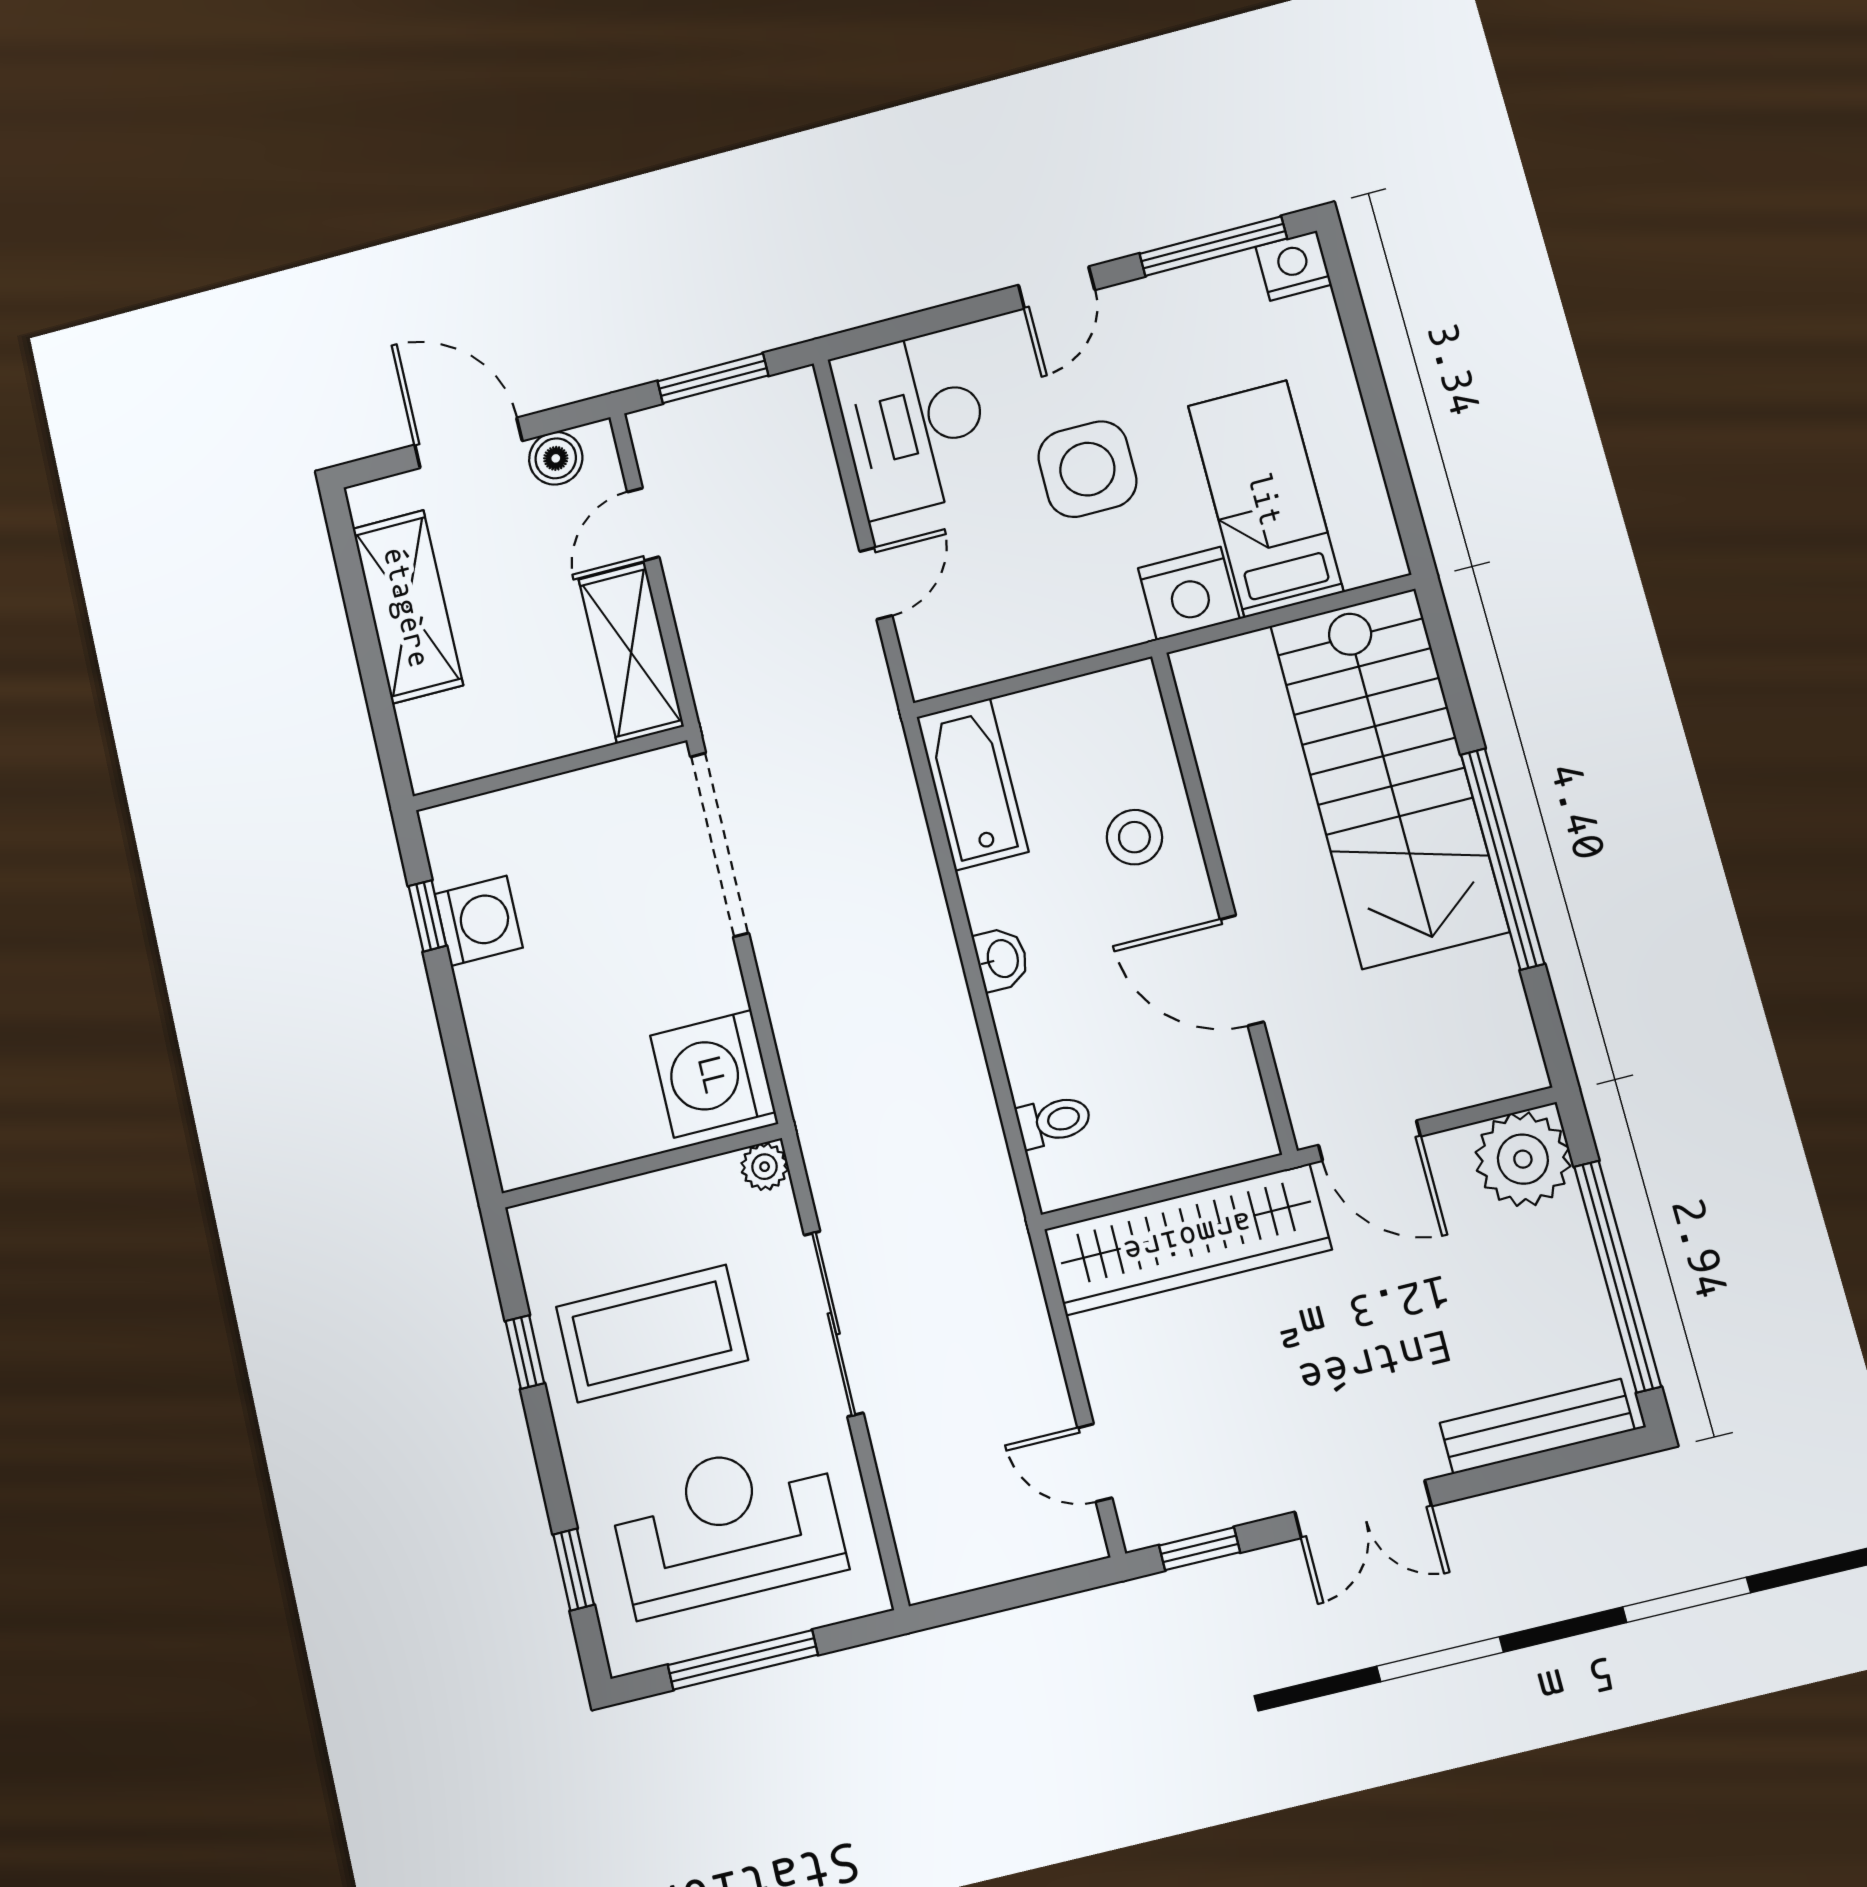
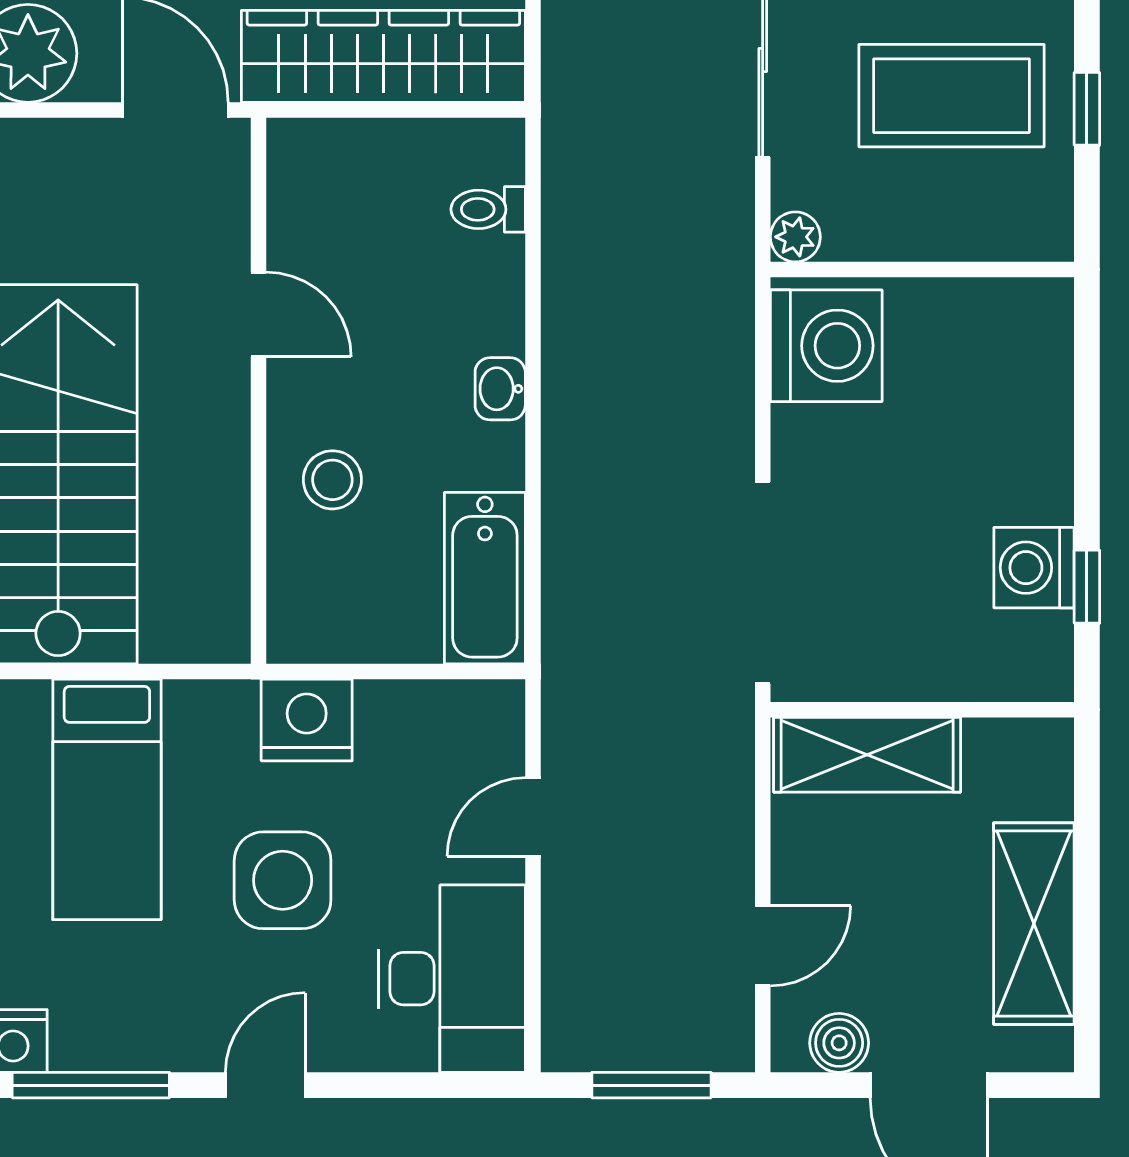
nightstand: (1189, 594) -> (307, 720), moved
shelving: (631, 653) -> (867, 755), moved, turned 90
door: (1242, 970) -> (259, 315), width x0.73

